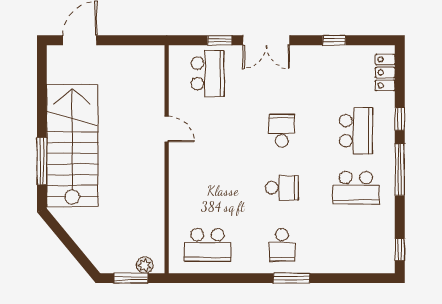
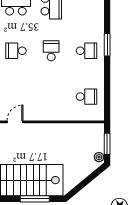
school desk: (208, 245) -> (87, 97), width x0.54
plant: (145, 265) -> (99, 157), moved

